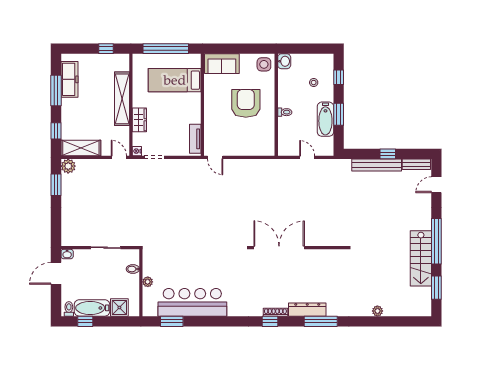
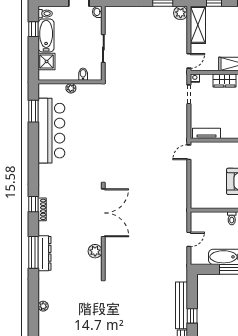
plant: (319, 256) -> (95, 251), added
dresser: (307, 310) -> (45, 253), moved

